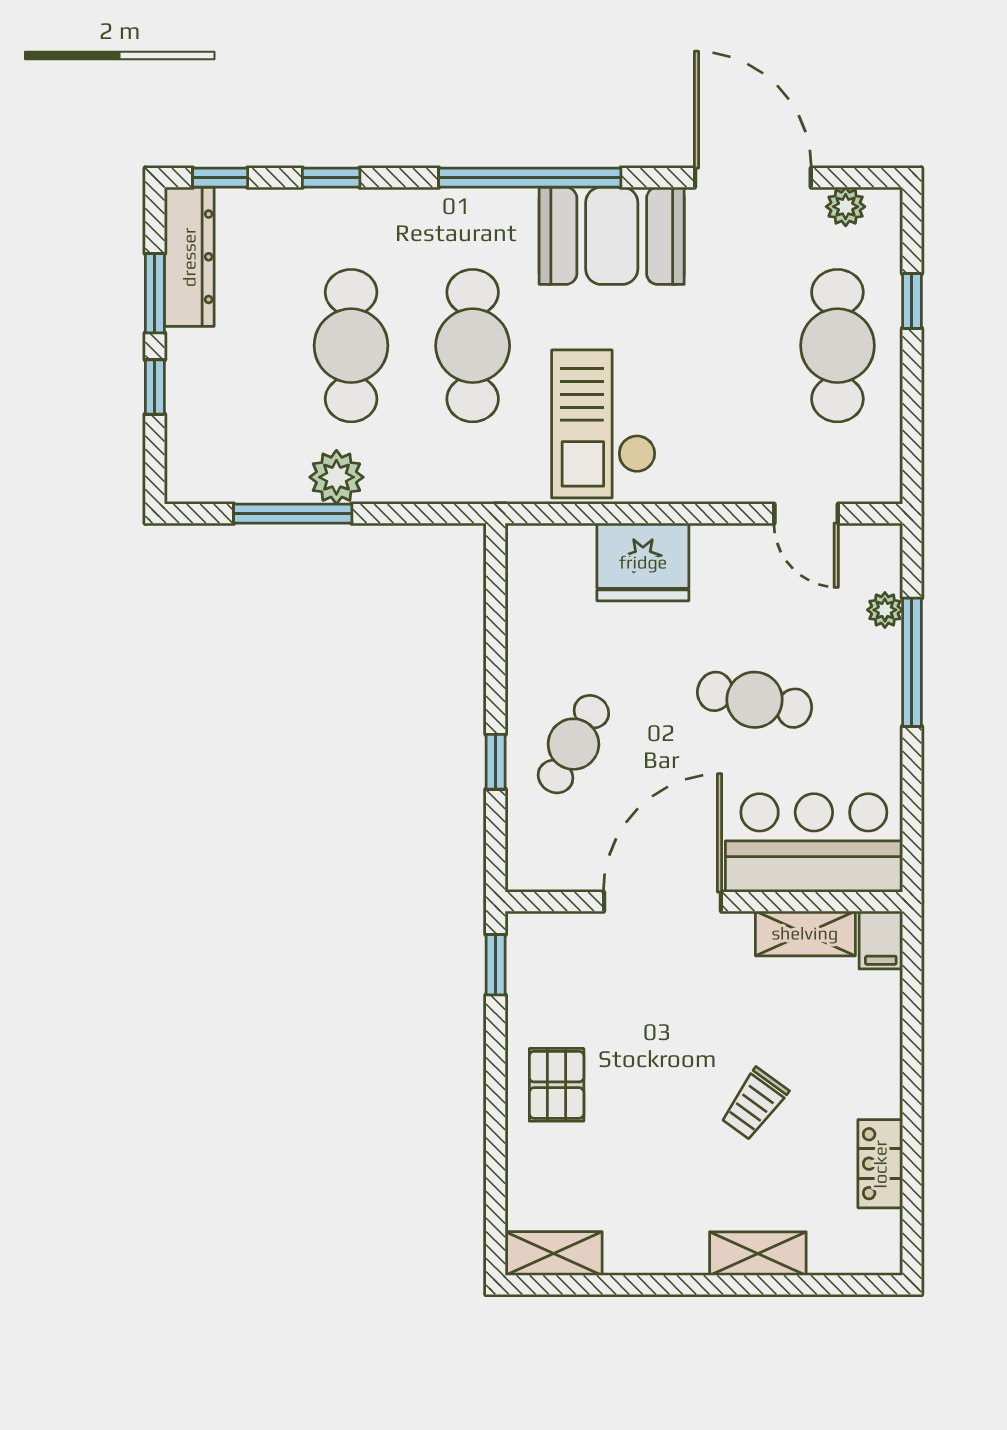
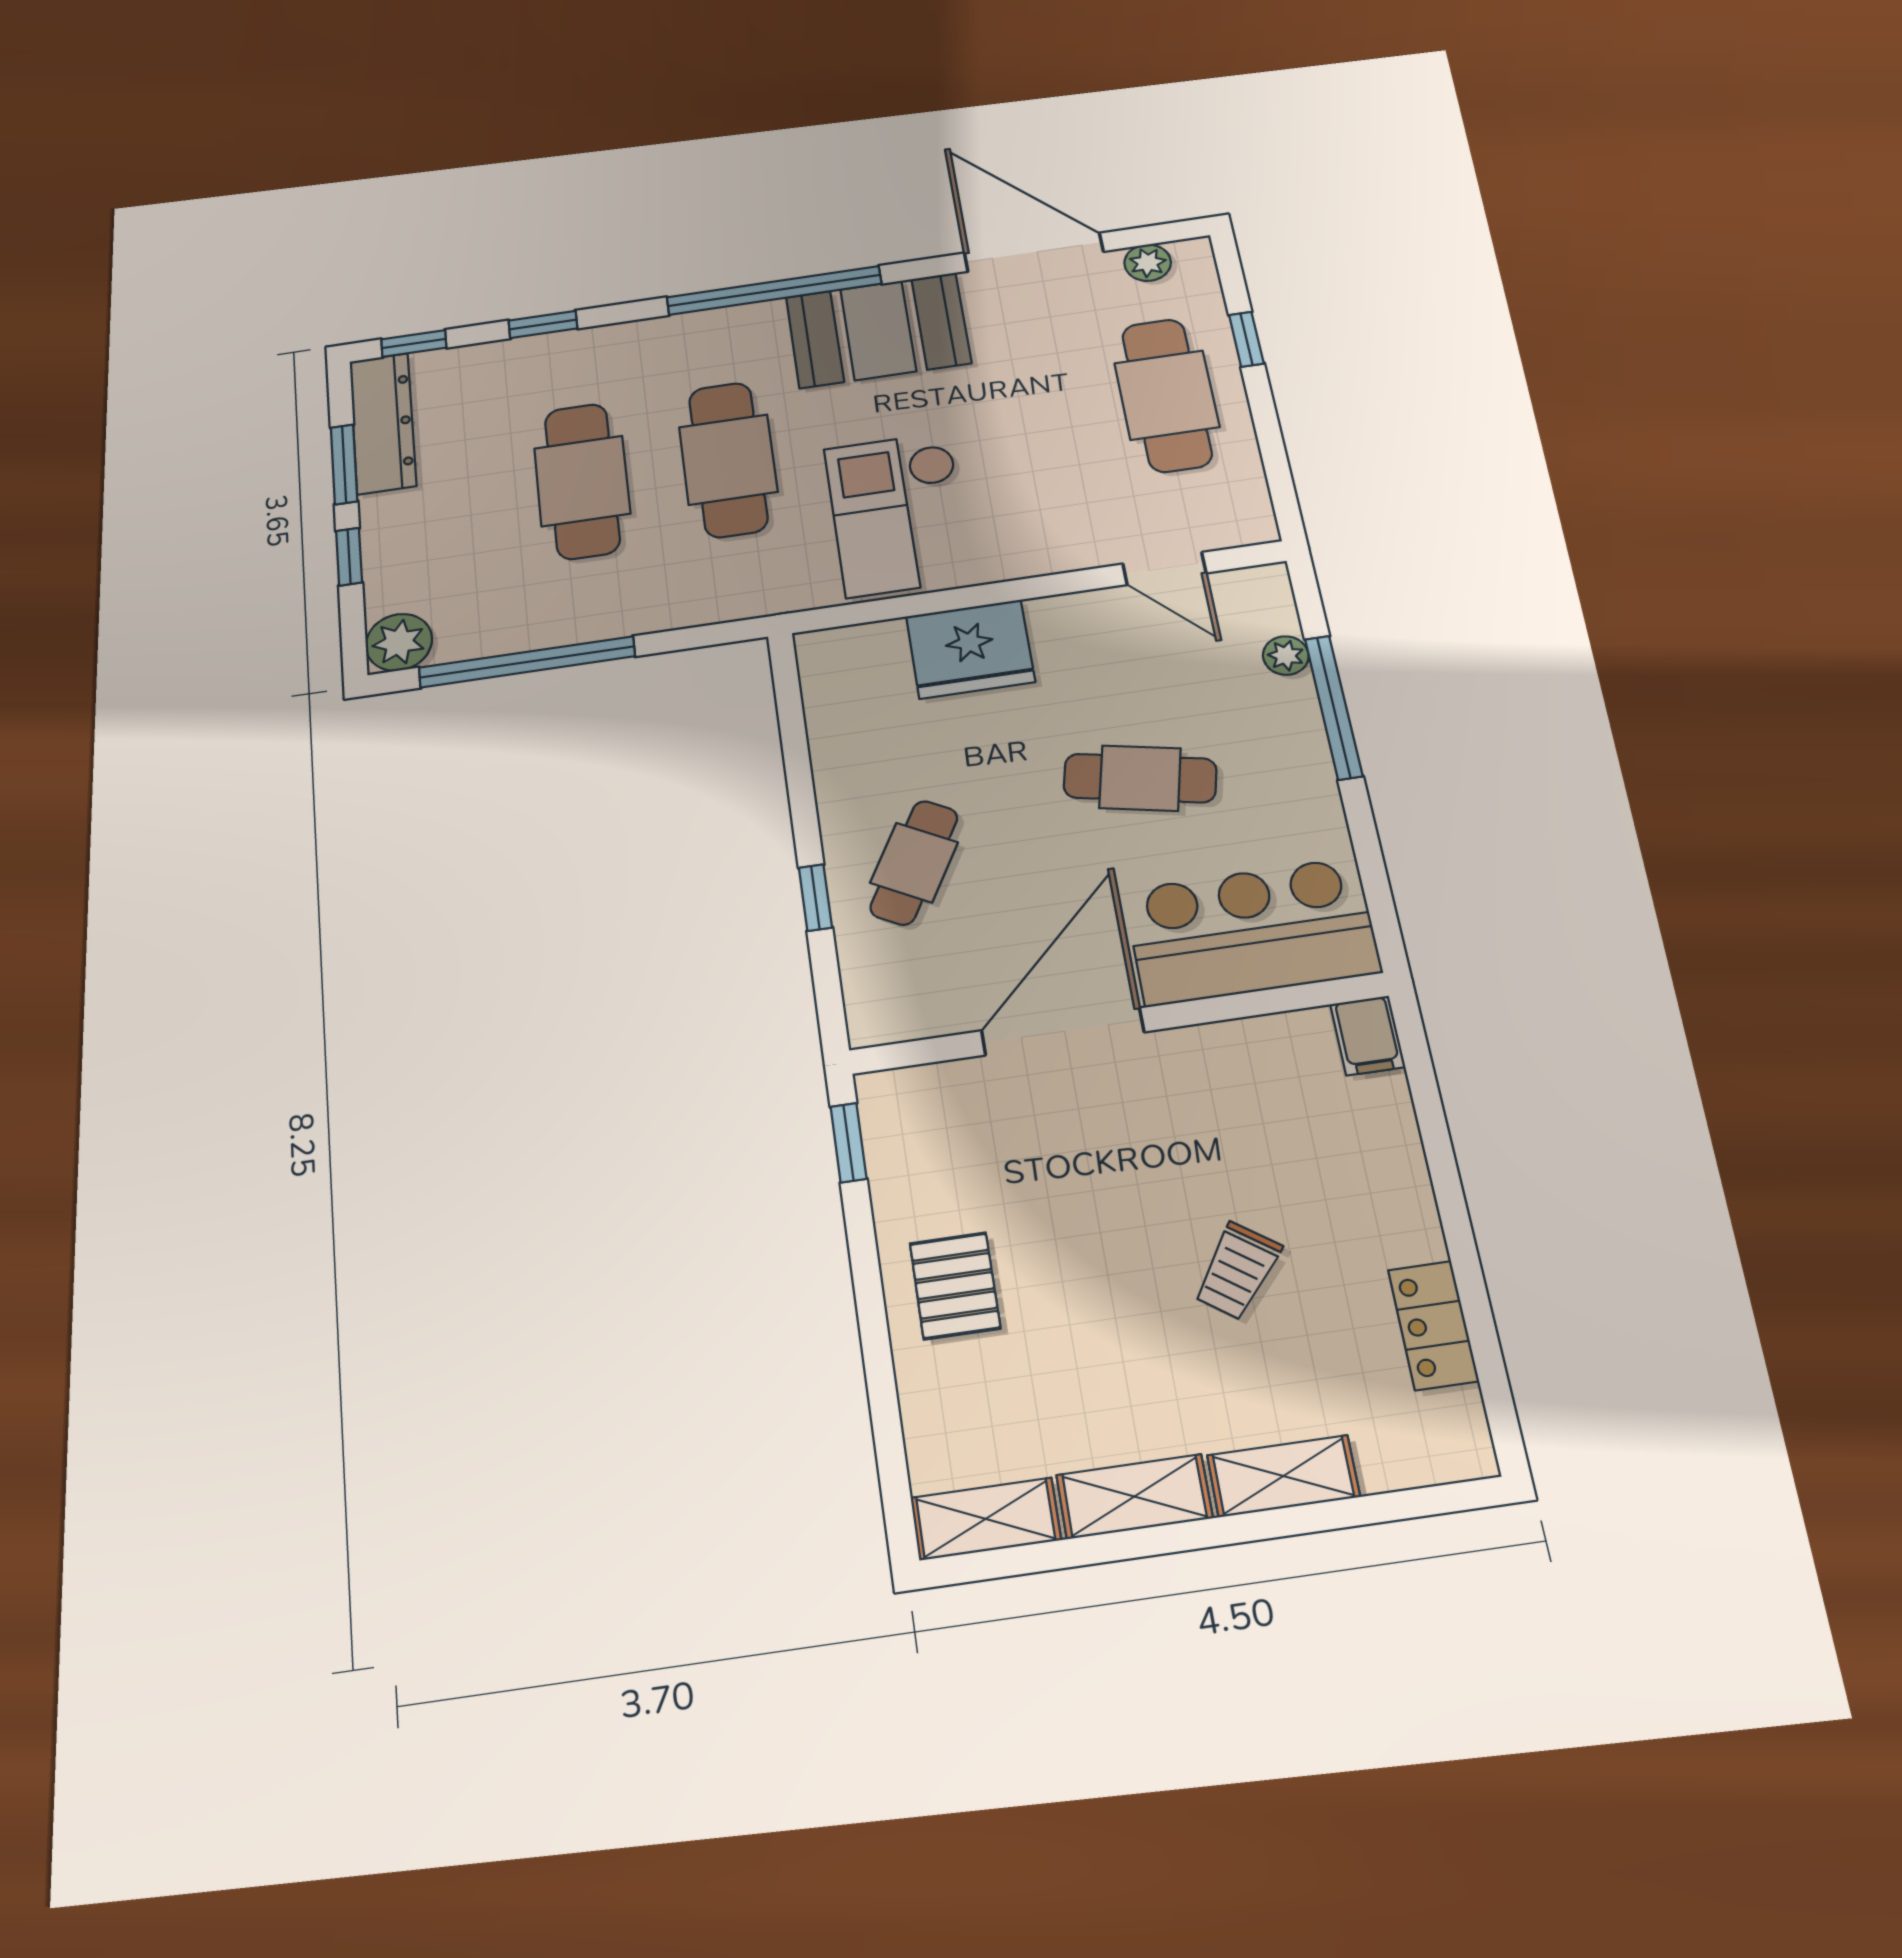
plant: (336, 477) -> (399, 642), moved
window: (293, 514) -> (527, 662), width x1.46
shelving: (805, 933) -> (1134, 1497), moved

